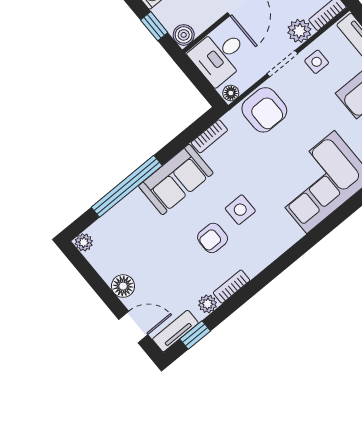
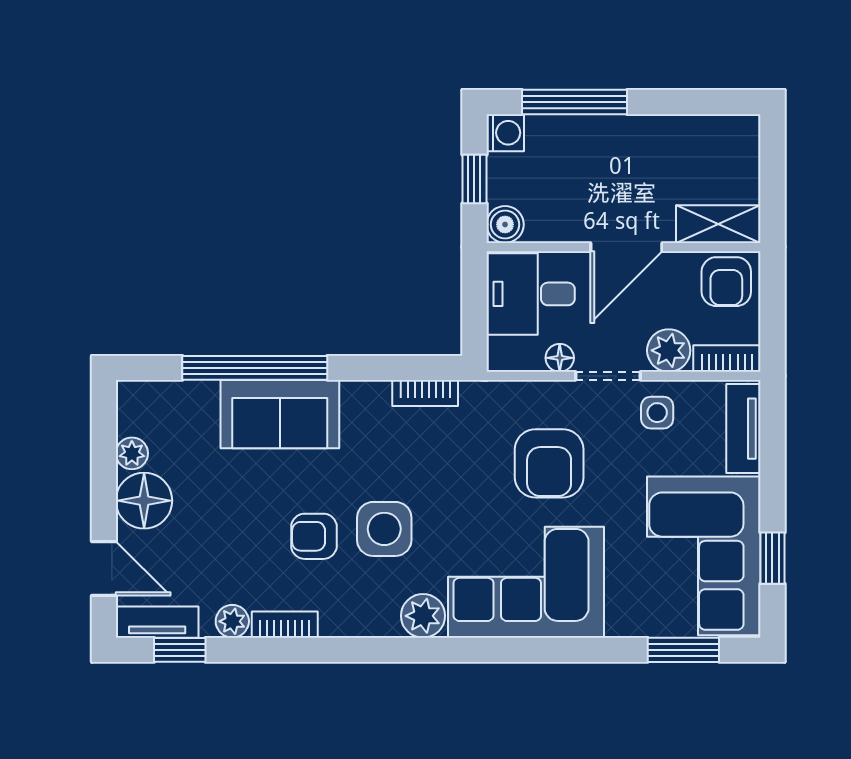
floor lamp: (231, 93) -> (560, 358), moved
armchair: (264, 110) -> (549, 463), moved
sofa: (176, 179) -> (280, 414), moved
side table: (240, 210) -> (384, 529), width x1.37, depth x1.37
plant: (288, 233) -> (423, 616), added
plant: (84, 242) -> (132, 453), moved
floor lamp: (123, 286) -> (144, 501), width x1.38, depth x1.38

